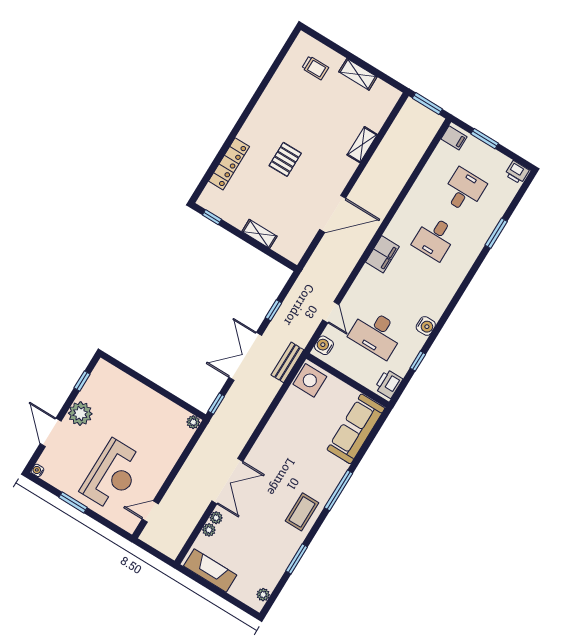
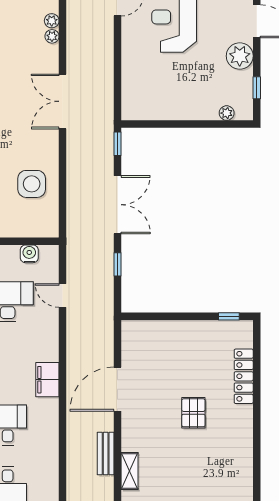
shelving: (259, 234) -> (175, 328), removed
water cooler: (324, 345) -> (29, 254), moved, turned -90
bench: (287, 362) -> (106, 454), moved
side table: (310, 380) -> (32, 184), moved
plant: (193, 422) -> (227, 113), moved
double door: (227, 481) -> (63, 101), moved

